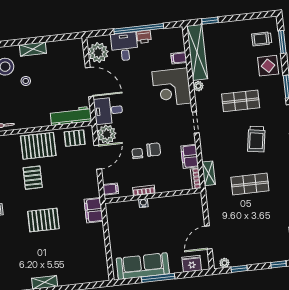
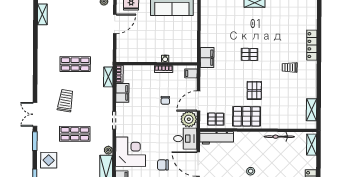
chair: (154, 150) -> (163, 165), moved
pallet: (43, 220) -> (250, 54), width x0.67, depth x0.71

